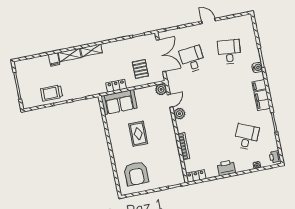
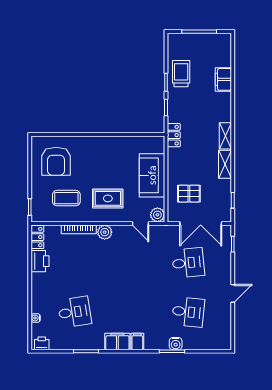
shelving: (70, 55) -> (225, 164), moved
filing cabinet: (54, 59) -> (223, 79), width x2.00
water cooler: (257, 67) -> (176, 344), moved
locker: (116, 86) -> (174, 135), moved
sofa: (119, 102) -> (152, 175), moved
plant: (179, 114) -> (105, 232), moved
rug: (138, 134) -> (108, 198), moved
desk: (246, 137) -> (75, 312), turned -33
coffee table: (162, 160) -> (66, 198), added
printer: (226, 168) -> (40, 261), moved
armchair: (136, 174) -> (56, 161), turned -90

